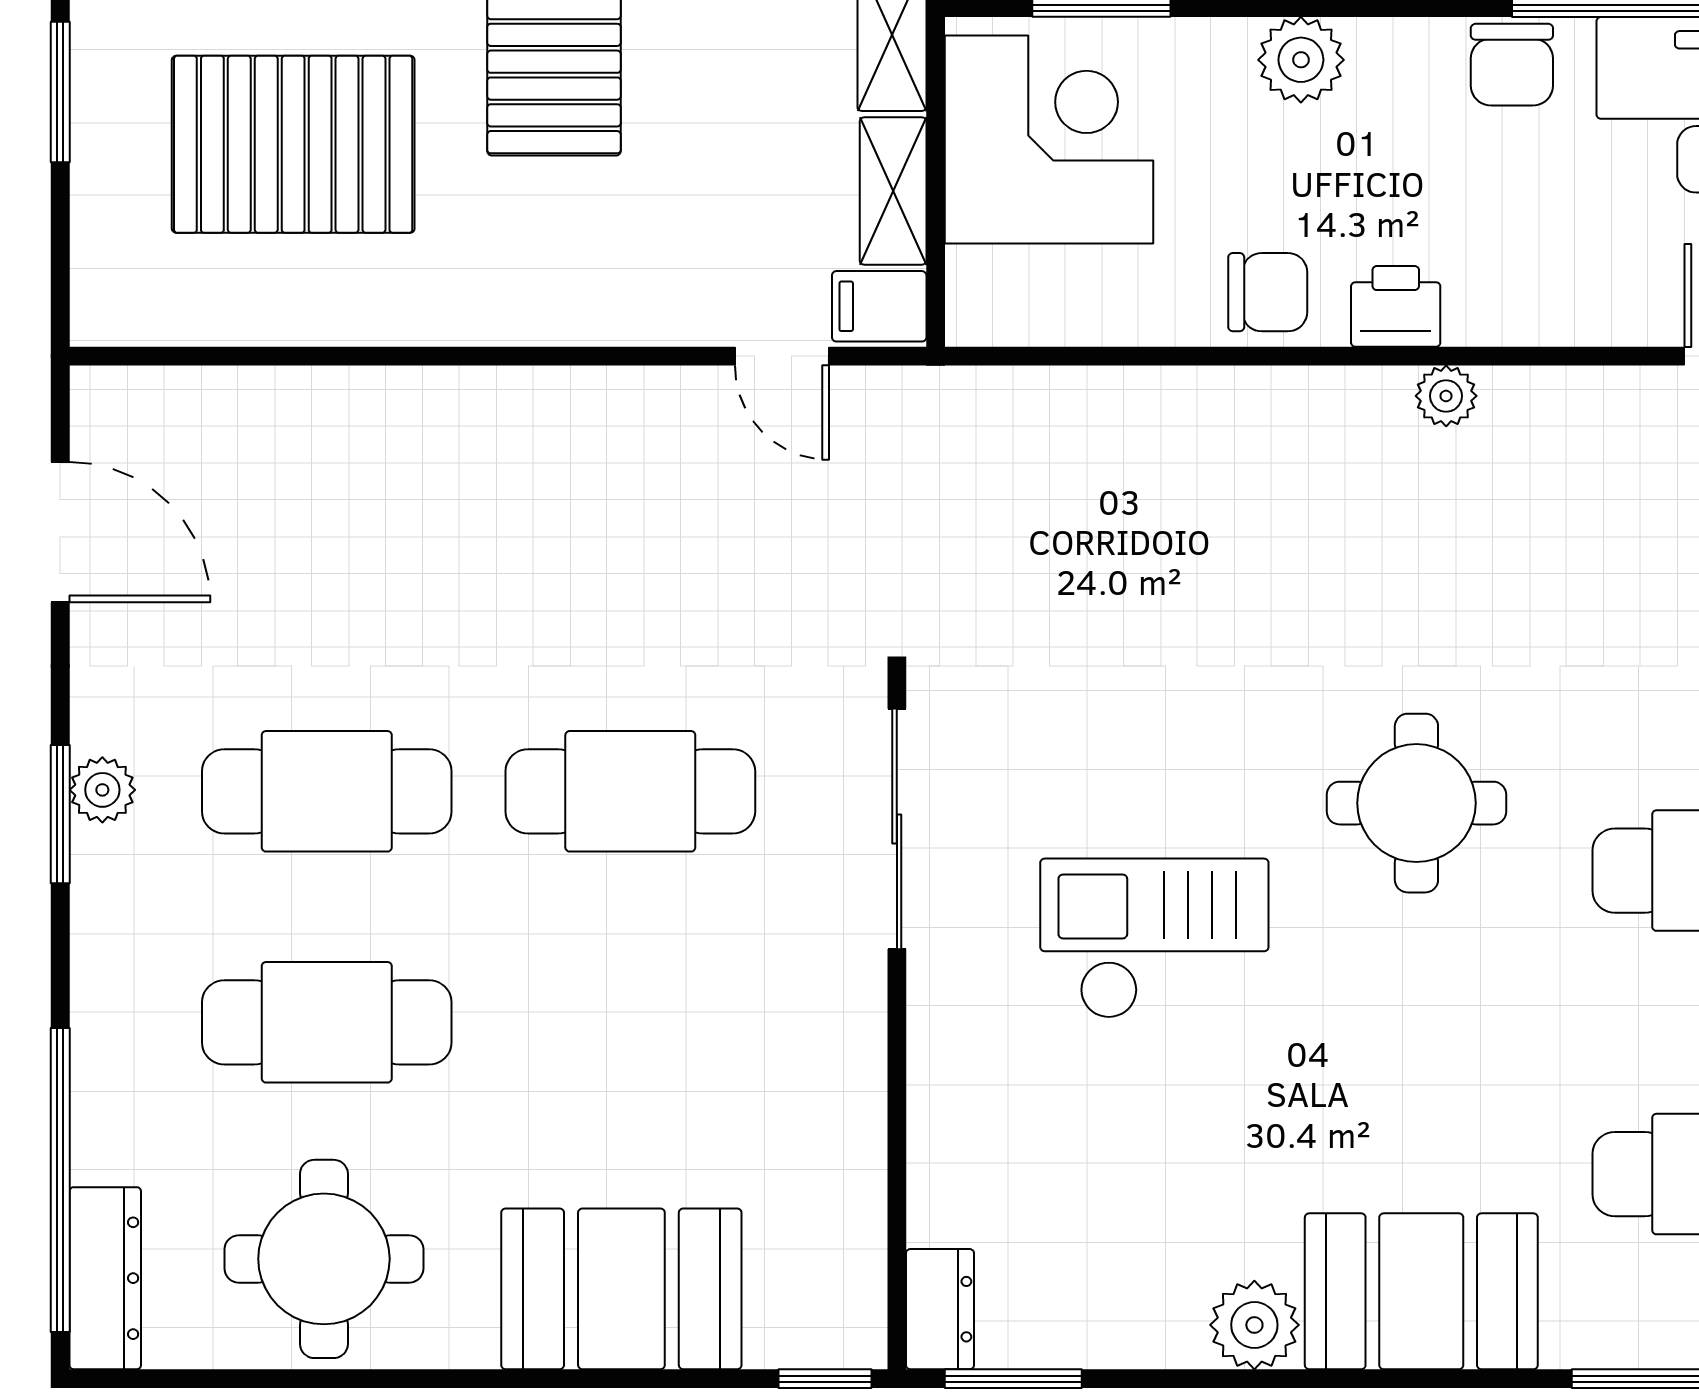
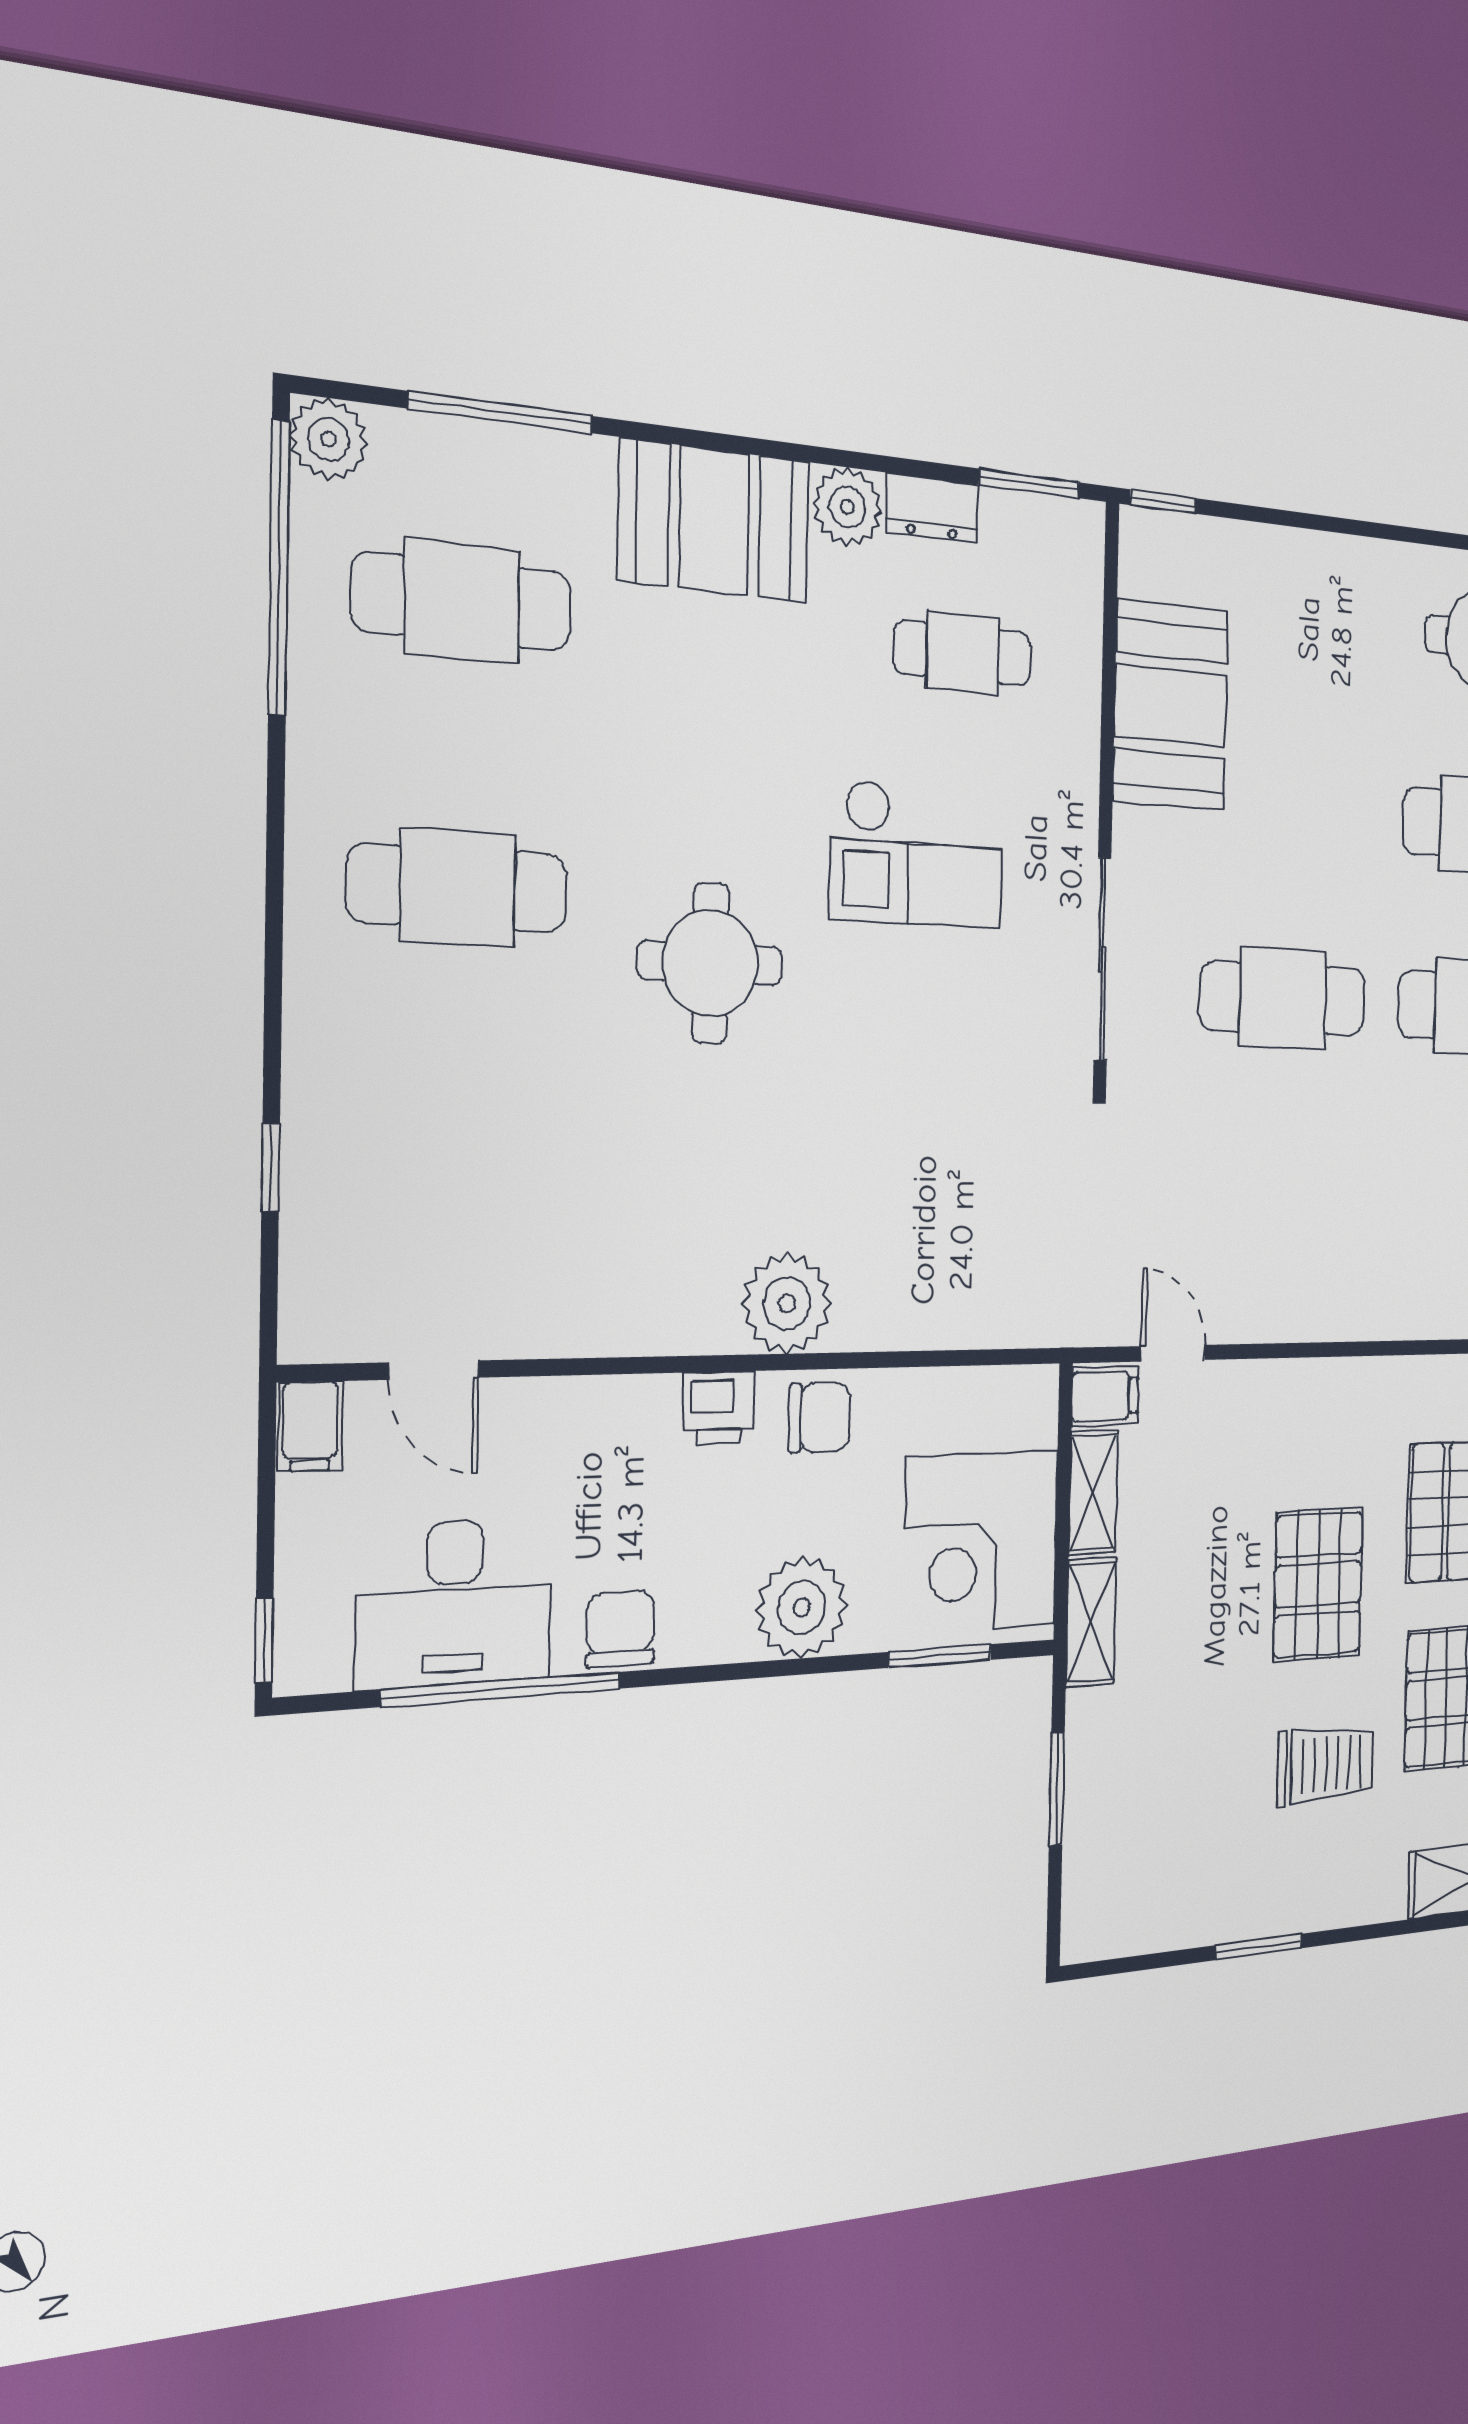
plant: (1301, 60) -> (802, 1607), width x1.36, depth x1.36
chair: (1268, 292) -> (819, 1417), turned 180
plant: (1446, 396) -> (787, 1303), moved, width x1.87, depth x1.87
cafe table: (1099, 1174) -> (963, 653), added
booth: (621, 1289) -> (1171, 706), moved, turned 90
dresser: (940, 1309) -> (932, 508), moved, turned -90

